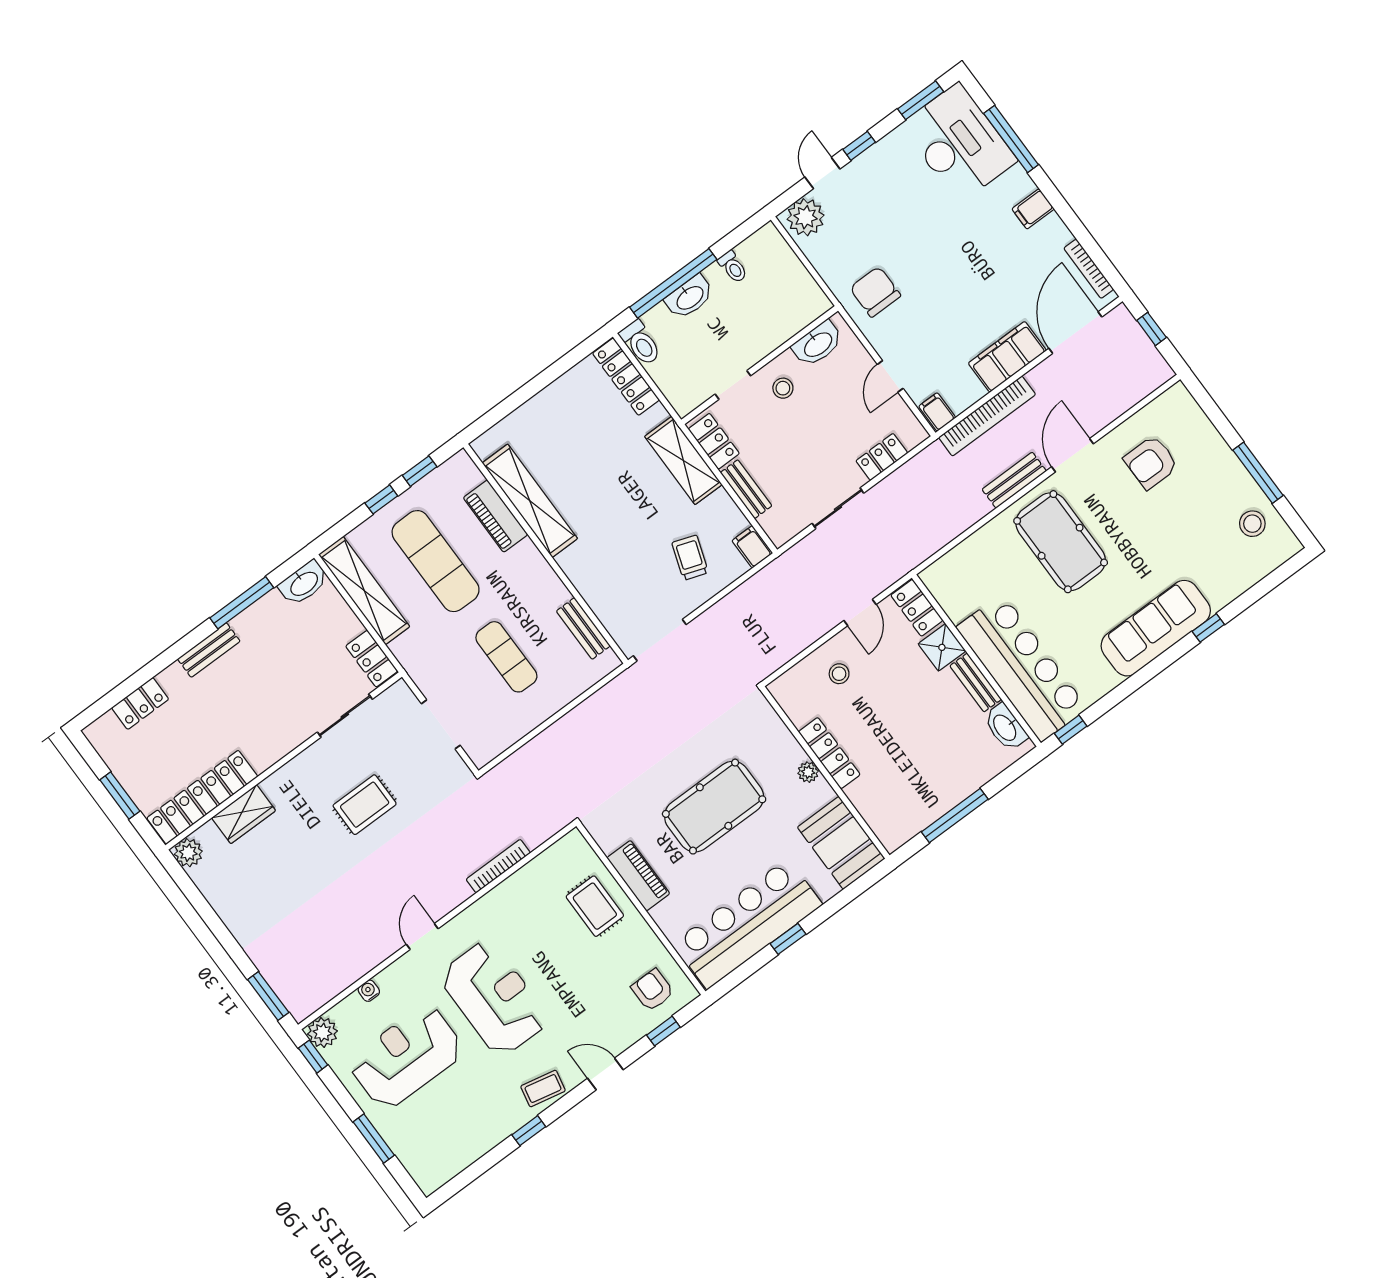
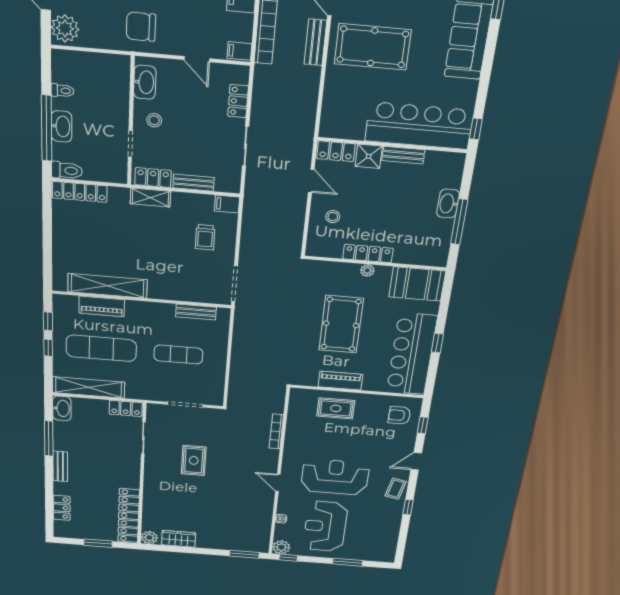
shelving: (683, 461) -> (150, 198), width x0.67, depth x0.75
trolley: (690, 558) -> (205, 237), turned -109
washbasin: (1005, 727) -> (448, 204), moved, turned 90
wardrobe: (244, 814) -> (179, 539), moved, turned -90

